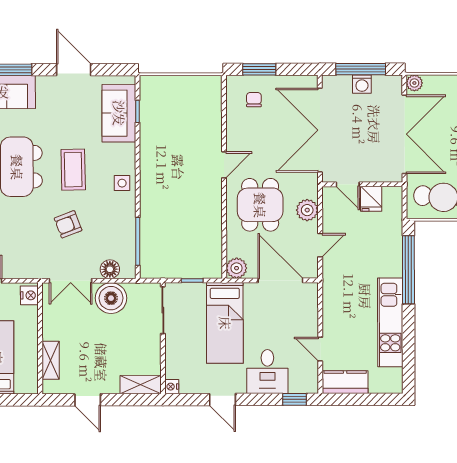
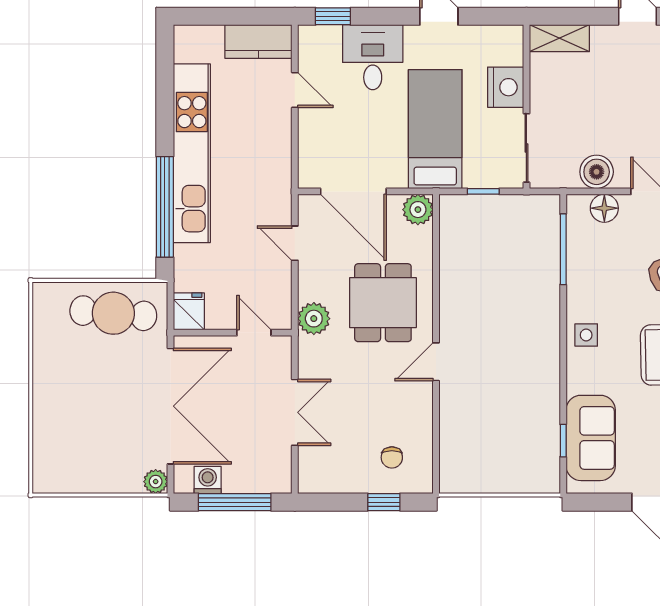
window: (259, 69) -> (384, 502), width x0.67
washing machine: (362, 84) -> (208, 480), moved
double door: (320, 130) -> (295, 412), width x0.54
double door: (404, 134) -> (171, 406), swing flipped
fridge: (371, 199) -> (189, 311), moved
plant: (307, 210) -> (314, 319), moved
door: (320, 245) -> (295, 243), hinge flipped
boiler: (111, 298) -> (597, 172), width x0.73, depth x0.73
kitchen unit: (390, 322) -> (192, 153), width x1.36
nightstand: (172, 387) -> (506, 87), moved, width x1.89, depth x1.79

